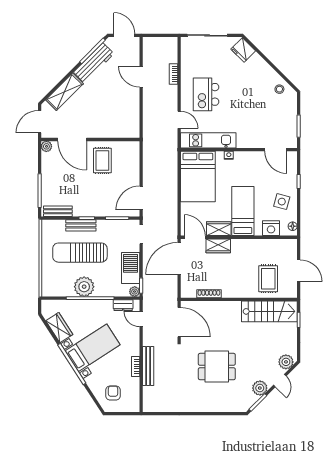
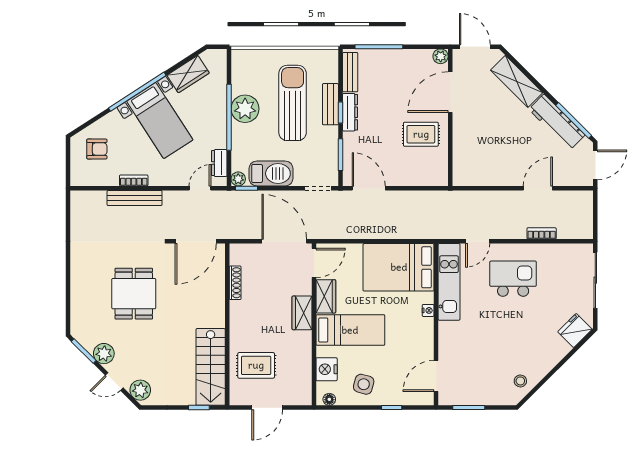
dresser: (87, 211) -> (350, 112), added
wardrobe: (218, 246) -> (302, 313), moved

